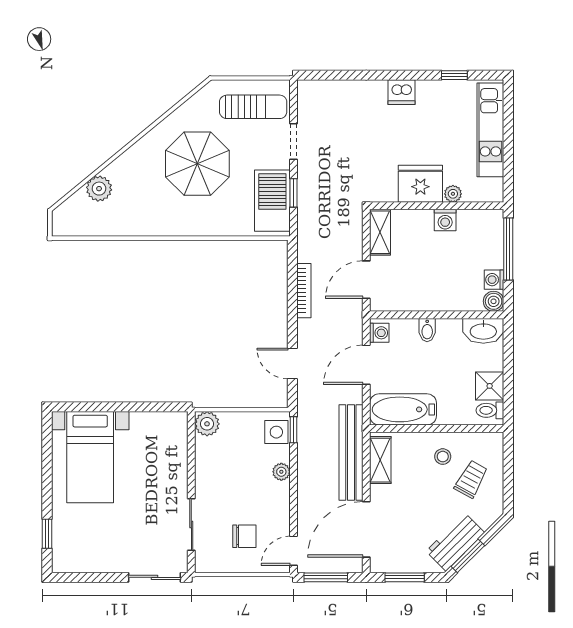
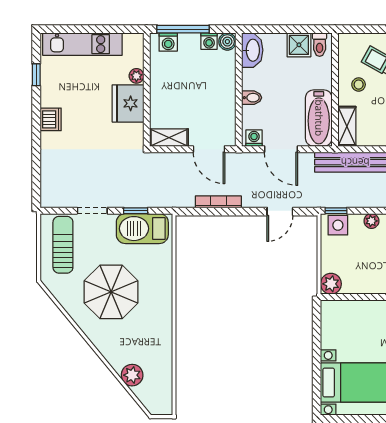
washing machine: (445, 220) -> (168, 42), moved, turned 90
shelving: (380, 460) -> (347, 126), moved, turned 90

